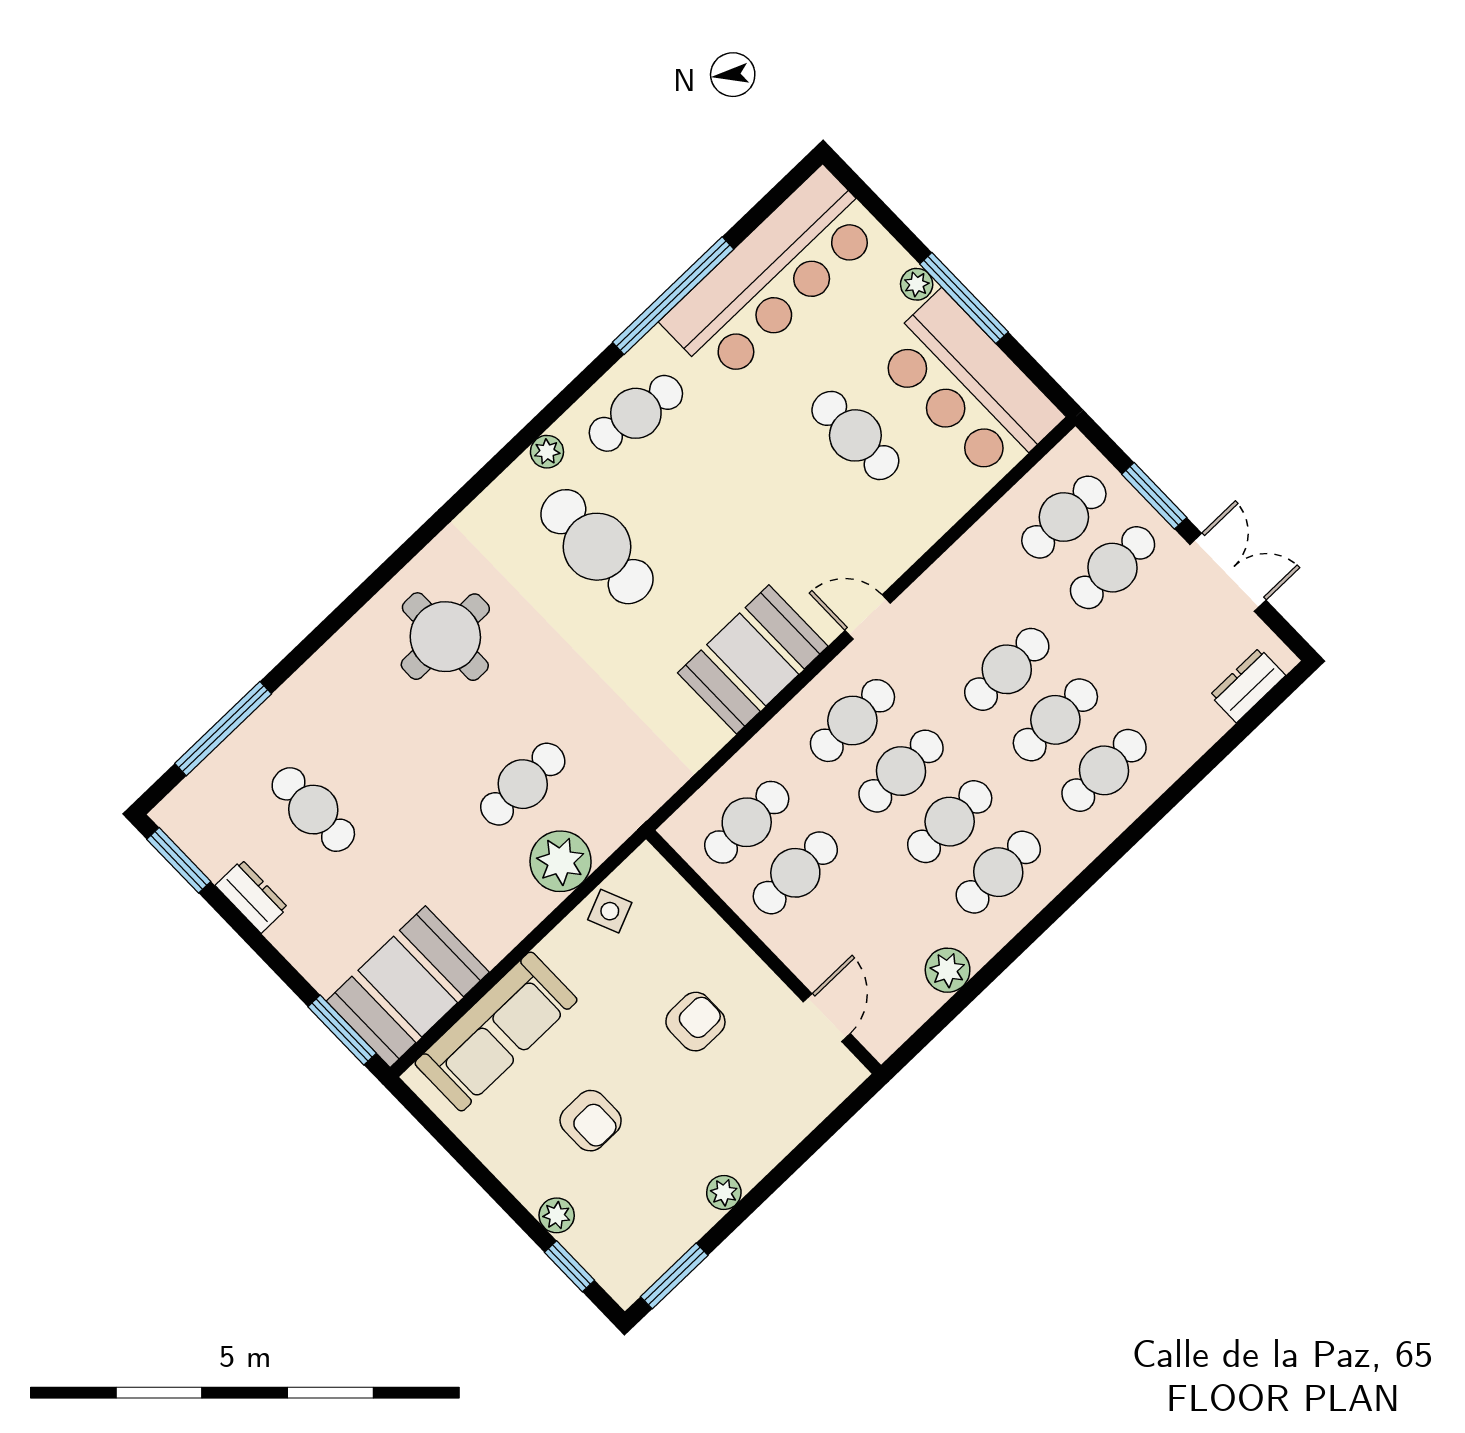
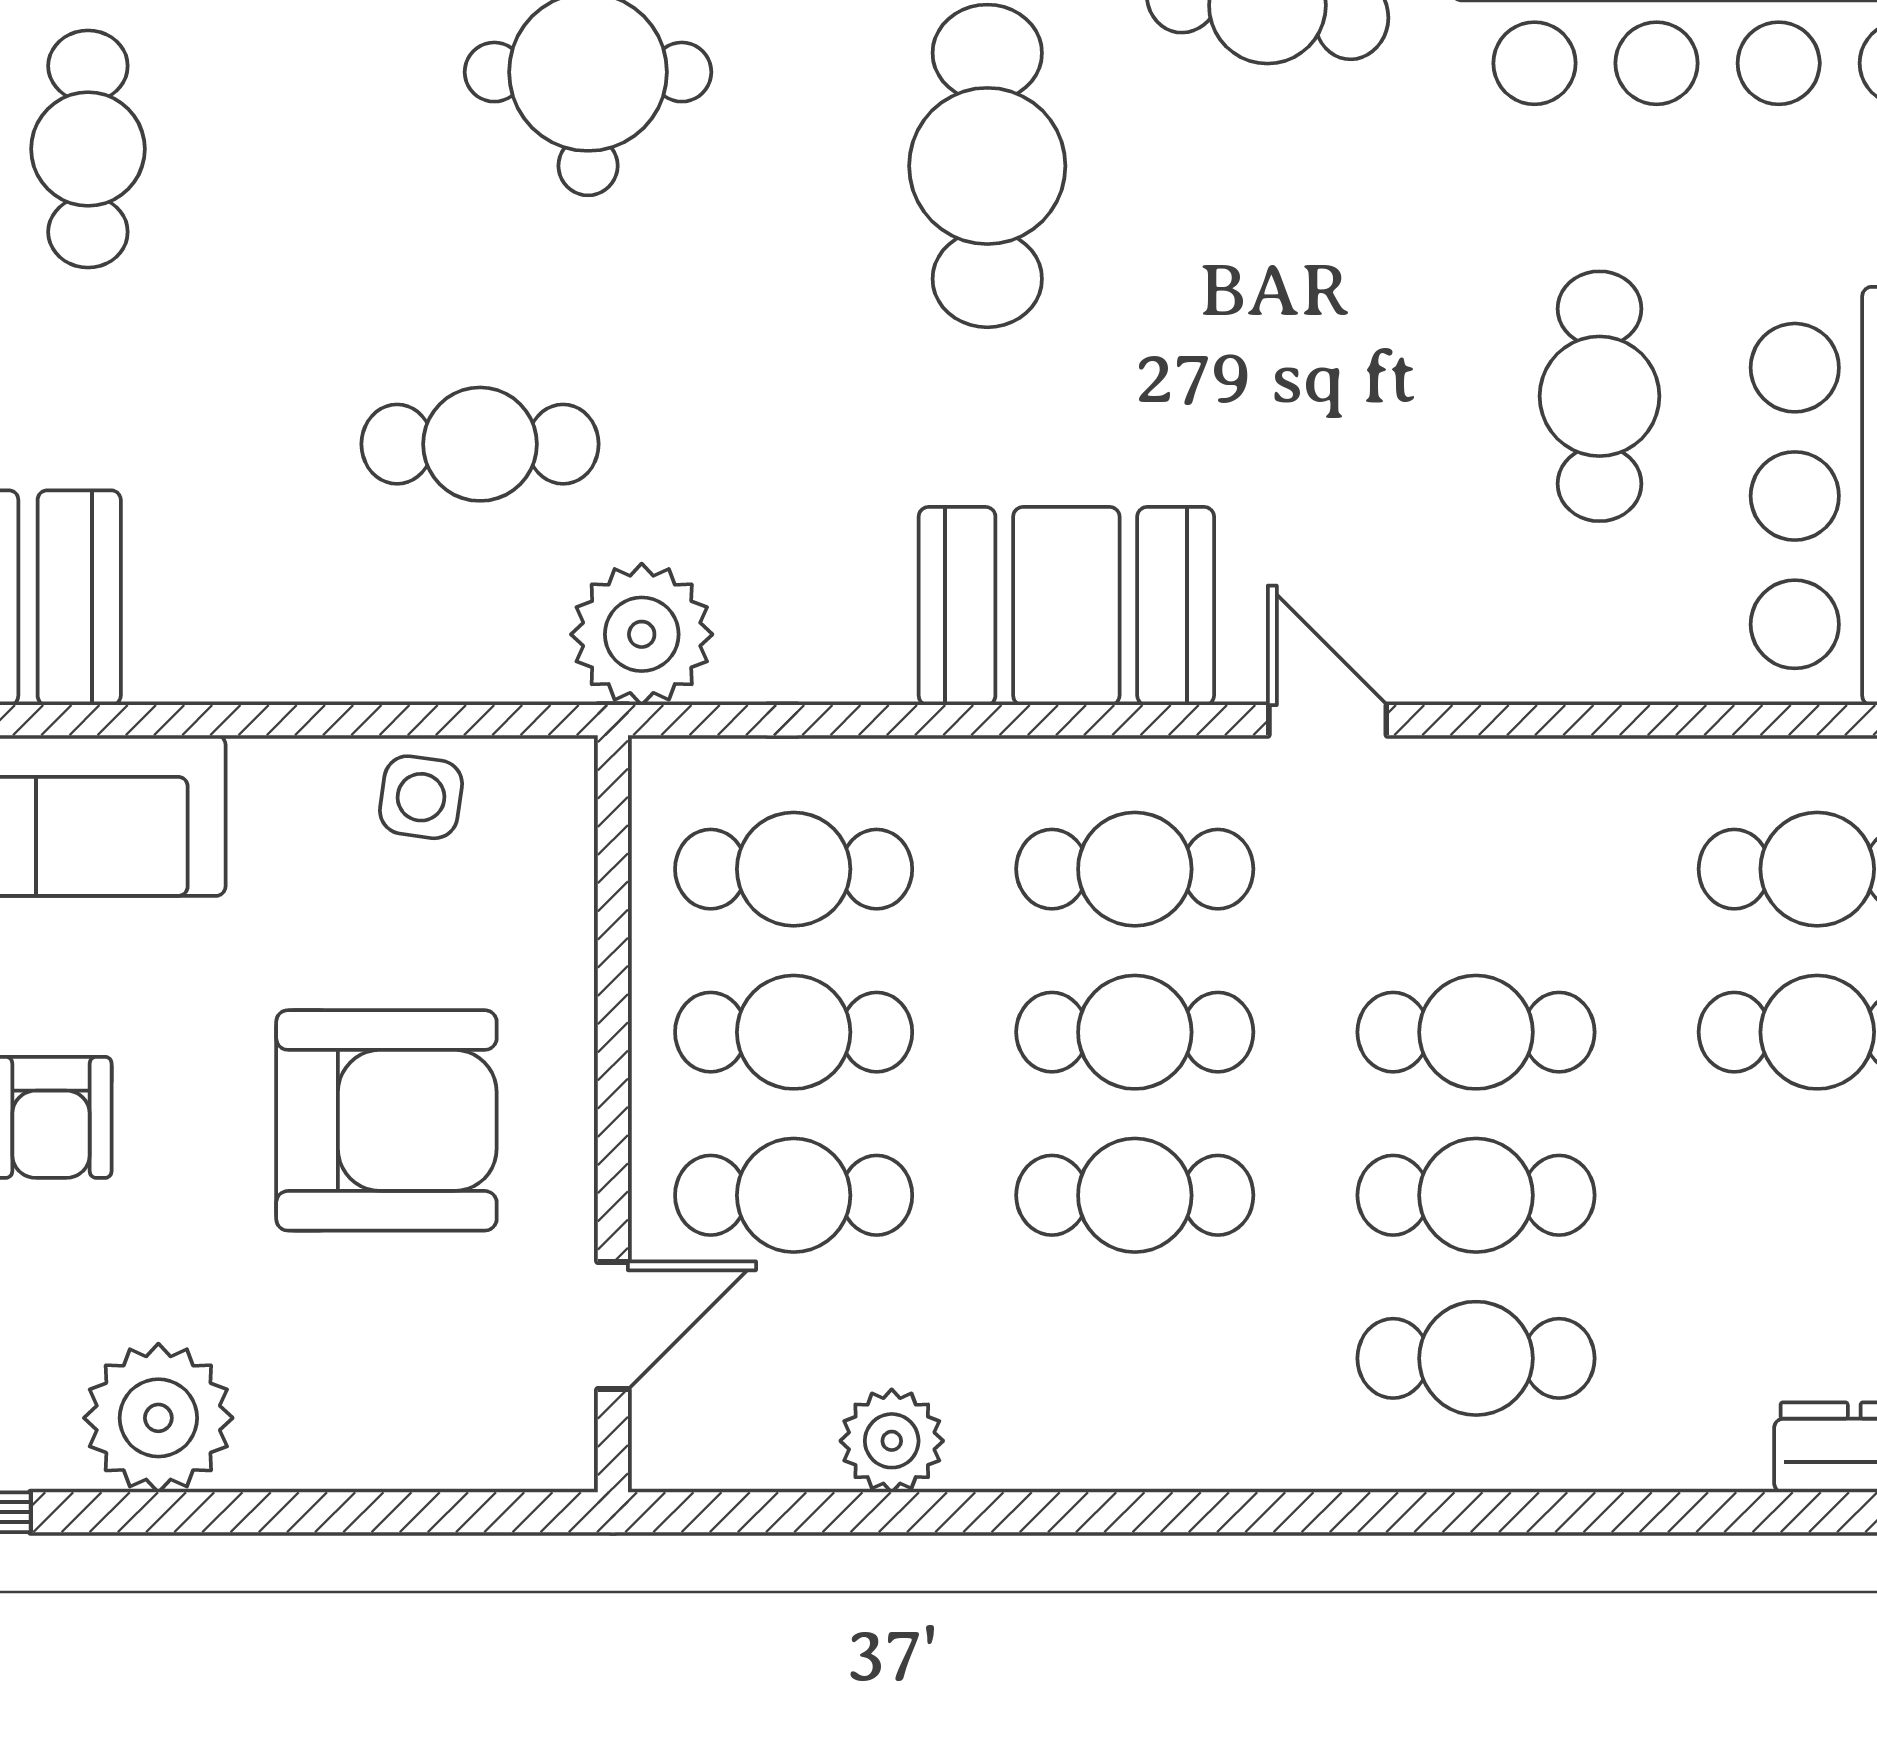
plant: (561, 861) -> (642, 634), moved
cafe table: (998, 872) -> (794, 1195), moved
side table: (610, 911) -> (421, 797), turned 31
armchair: (695, 1022) -> (386, 1120), width x1.88, depth x1.88
plant: (724, 1193) -> (158, 1418), width x1.87, depth x1.87

